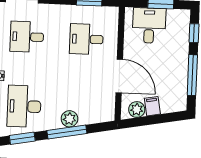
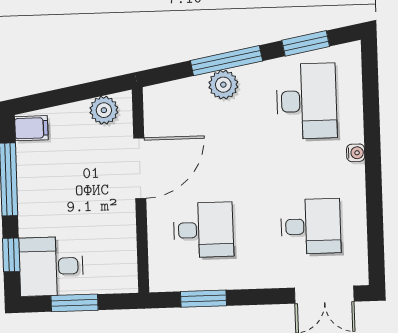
desk: (149, 25) -> (51, 266), moved, turned 90
door: (119, 76) -> (140, 168), swing flipped
filing cabinet: (152, 106) -> (31, 128), moved, turned -80

